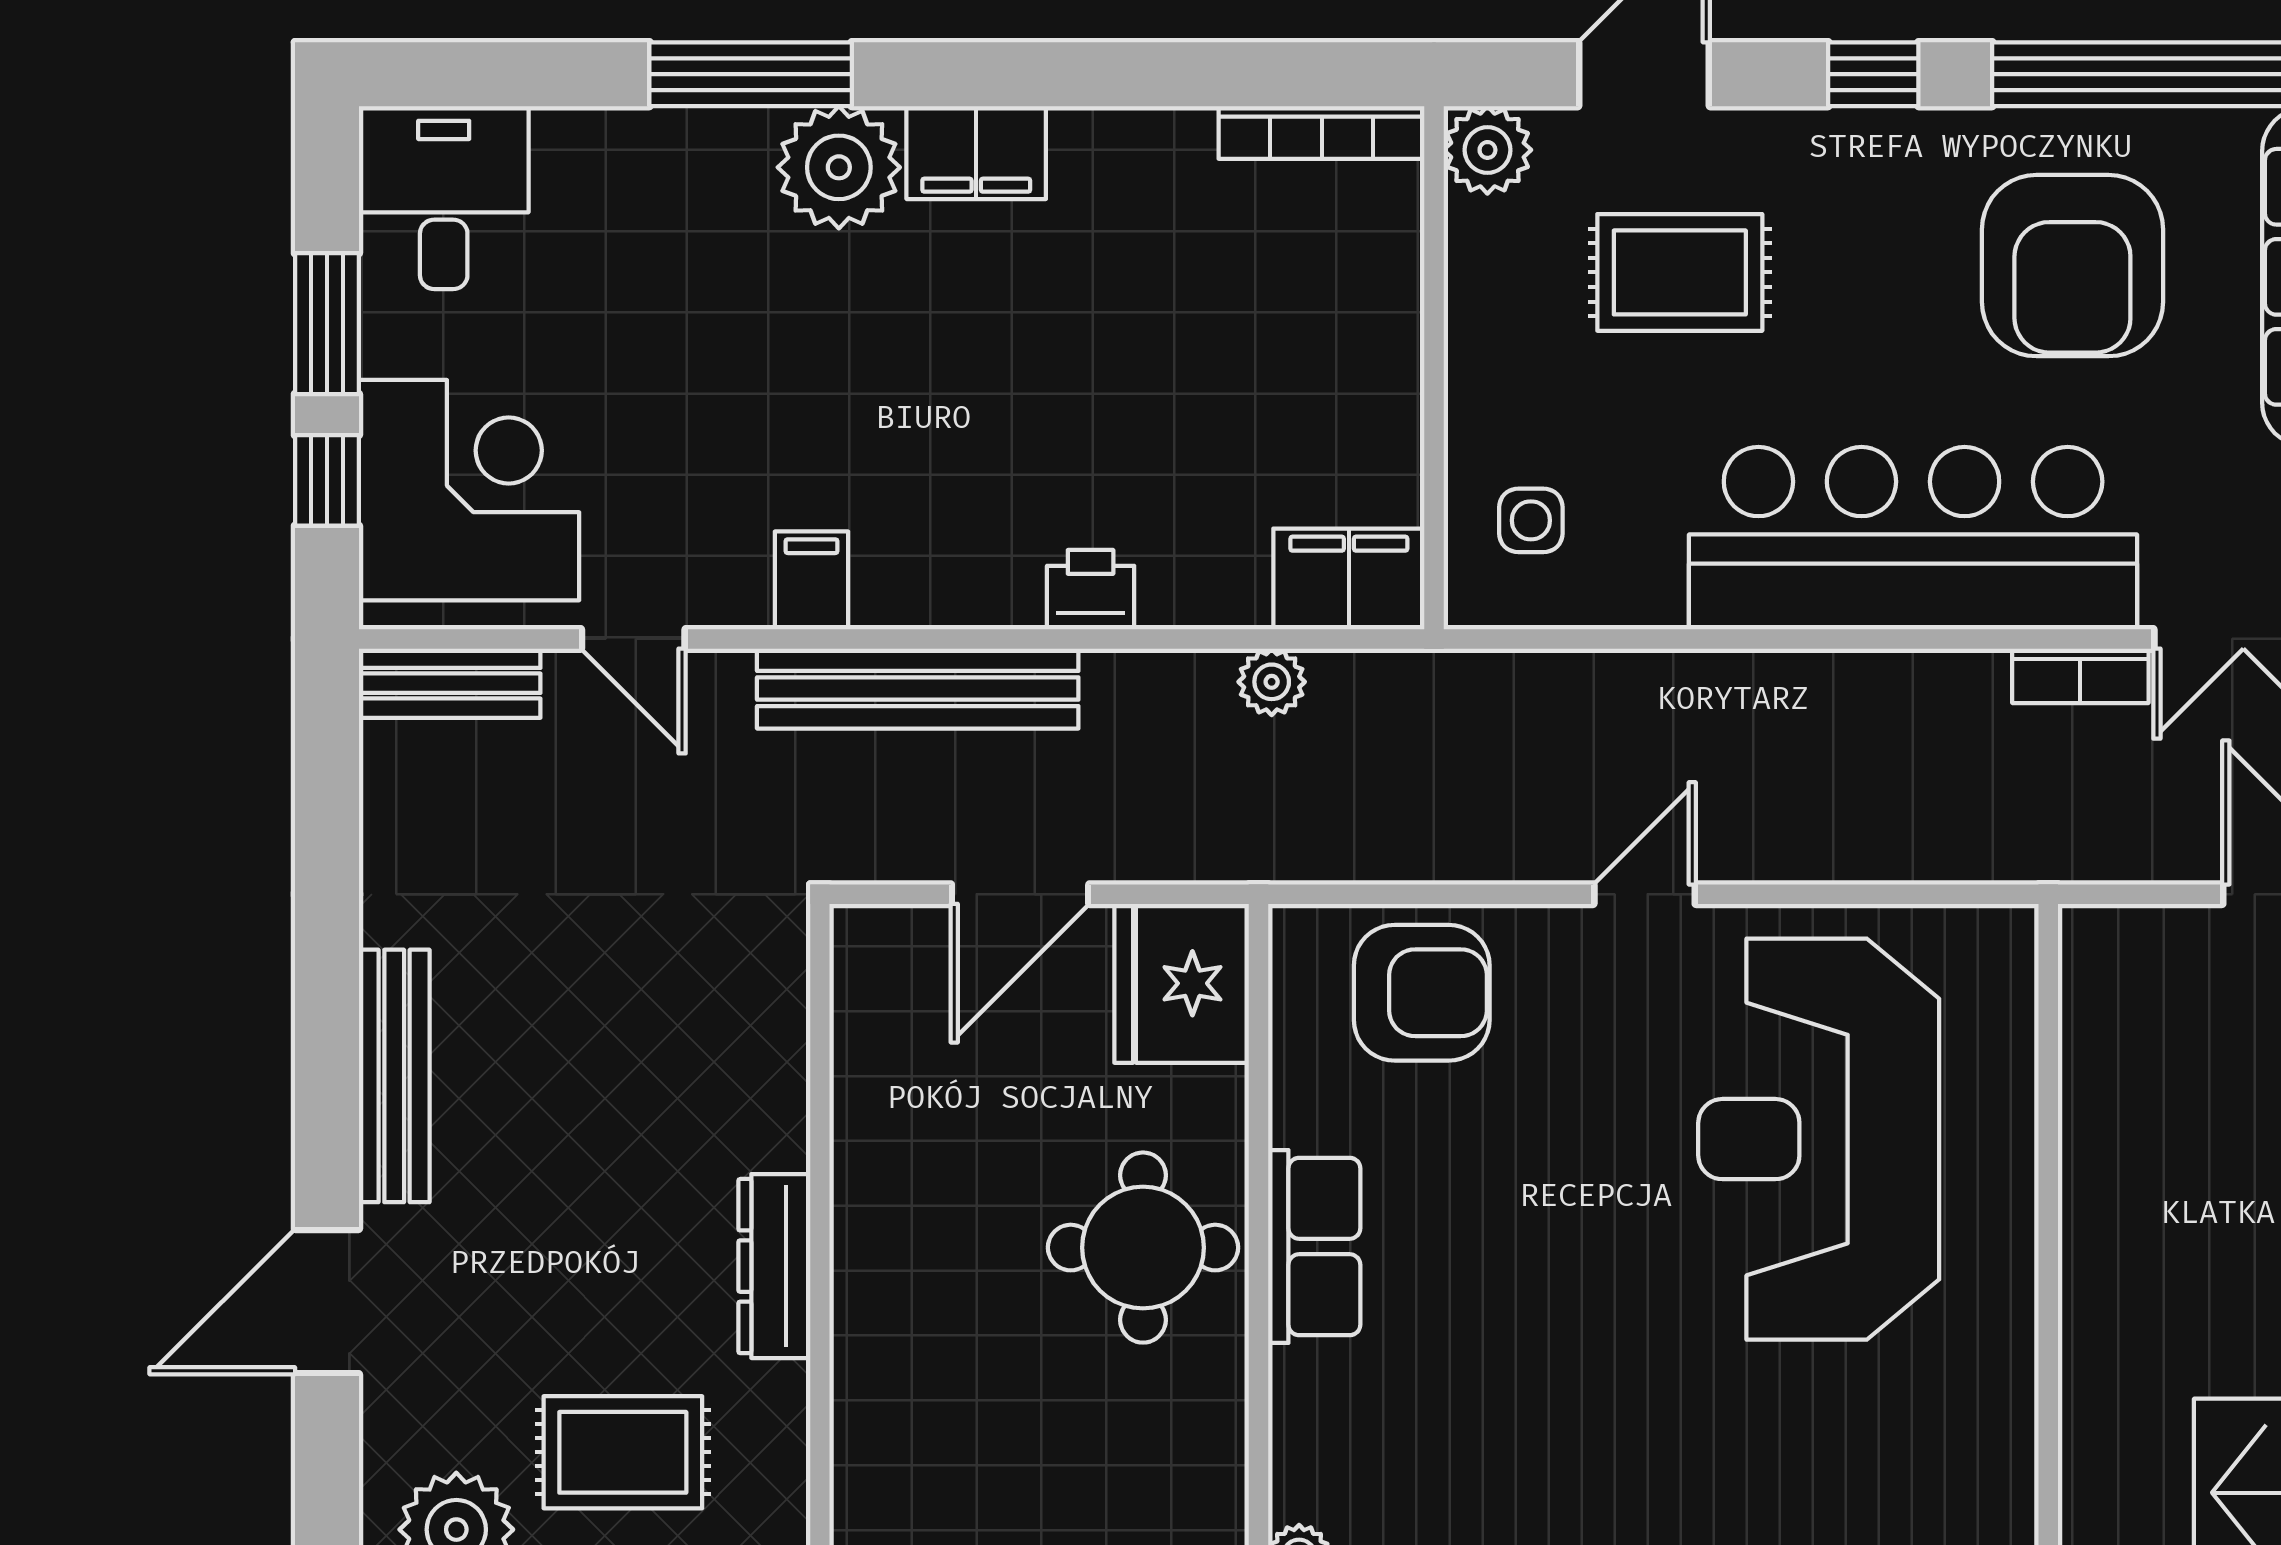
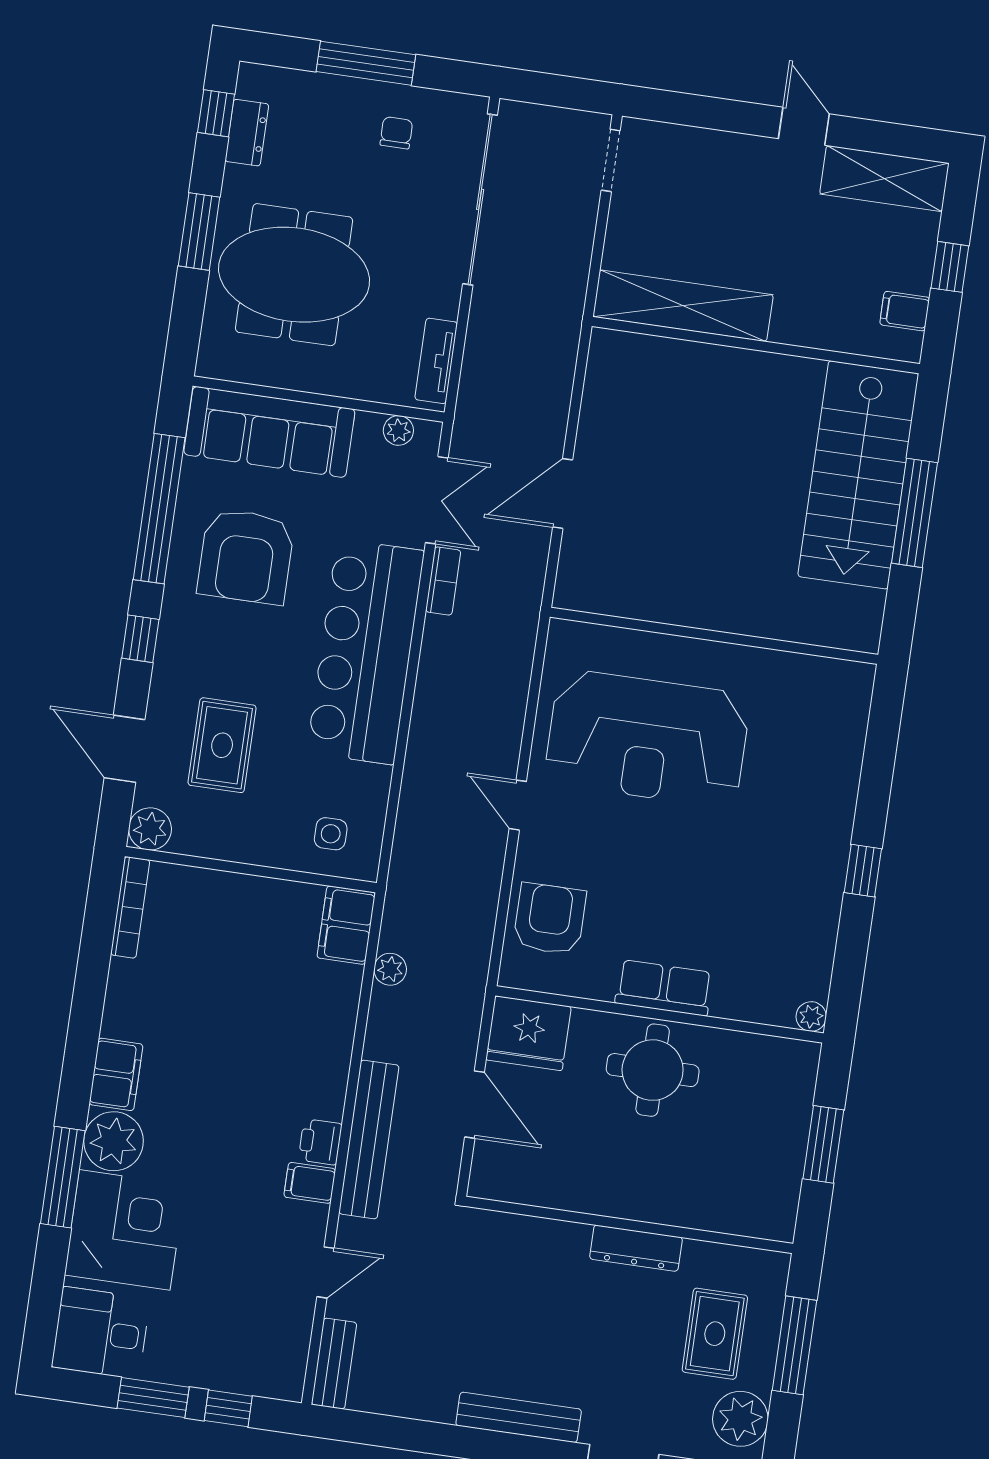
armchair: (2072, 266) -> (246, 556), turned 90
corner desk: (469, 490) -> (125, 1230), moved, turned 90
printer: (1091, 590) -> (320, 1142), moved

